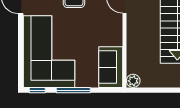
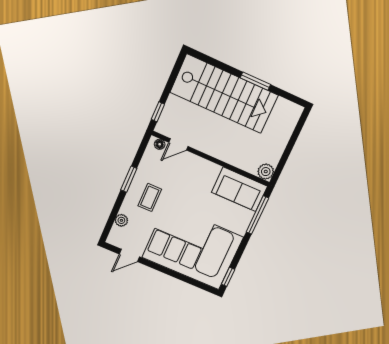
window: (73, 90) -> (257, 215), moved

